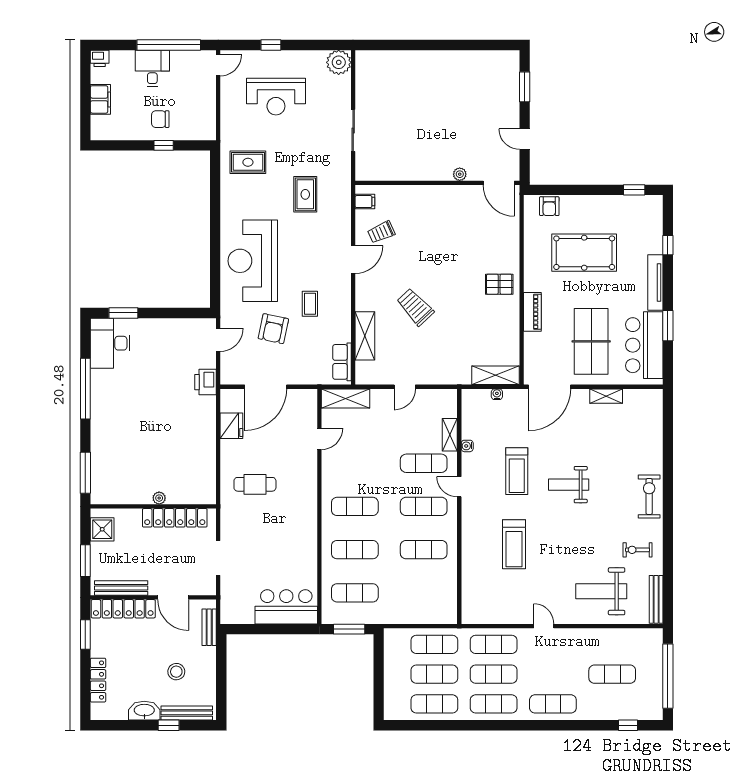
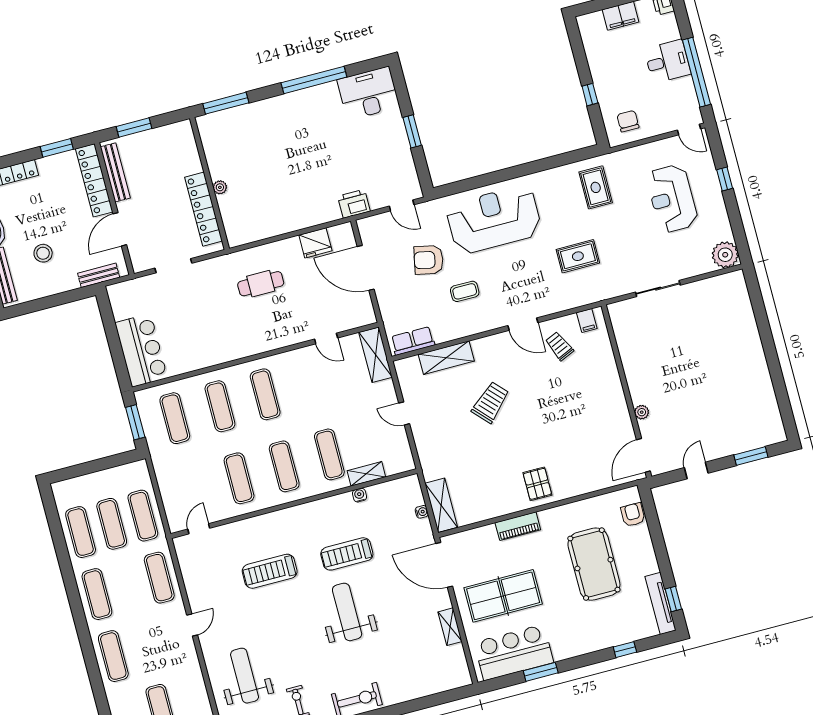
chair: (160, 119) -> (628, 121), moved
armchair: (549, 206) -> (633, 515), turned 90
tv unit: (655, 283) -> (660, 603), moved, turned -90
window: (123, 313) -> (412, 131), moved
cafe table: (255, 484) -> (261, 284), turned 90
weight bench: (569, 485) -> (347, 612), width x1.36, depth x1.33
door: (459, 487) -> (199, 529), moved
shower: (102, 529) -> (171, 136), removed
exercise mat: (494, 674) -> (128, 586), removed

